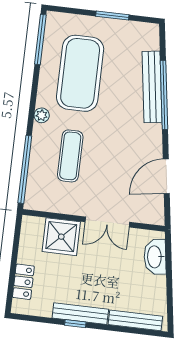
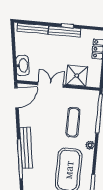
bench: (152, 87) -> (26, 148), moved
door: (166, 176) -> (17, 98), moved

